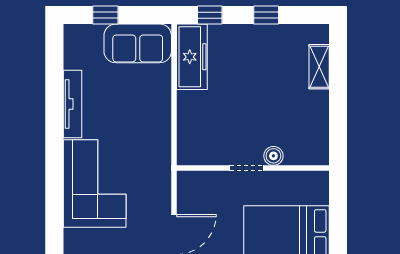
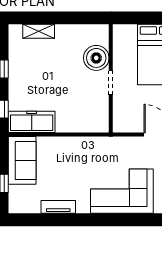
tv unit: (72, 104) -> (58, 207), width x0.71
boiler: (273, 156) -> (96, 58), width x1.86, depth x1.86

